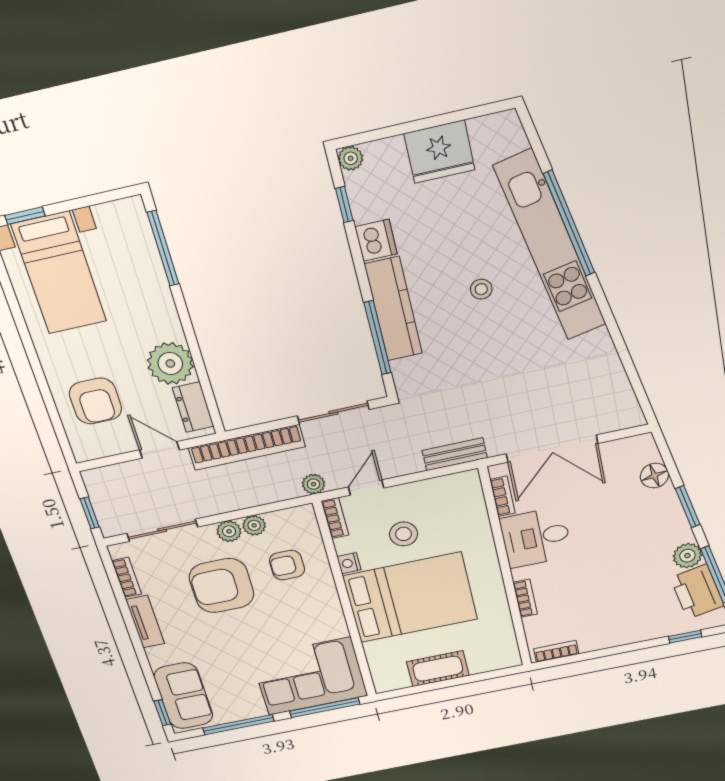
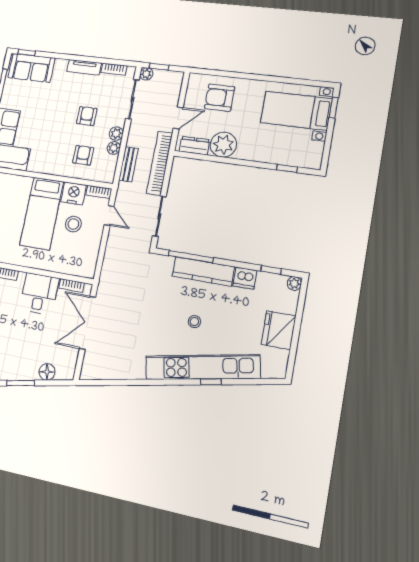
window: (569, 224) -> (211, 382), width x0.32
window: (163, 248) -> (287, 168), width x0.46
bench: (455, 454) -> (128, 164), moved
plant: (314, 484) -> (146, 74), moved
nightstand: (349, 563) -> (74, 193), width x1.89, depth x1.79
armchair: (222, 586) -> (87, 116), width x0.53, depth x0.53
bed: (410, 598) -> (42, 213), width x0.67

